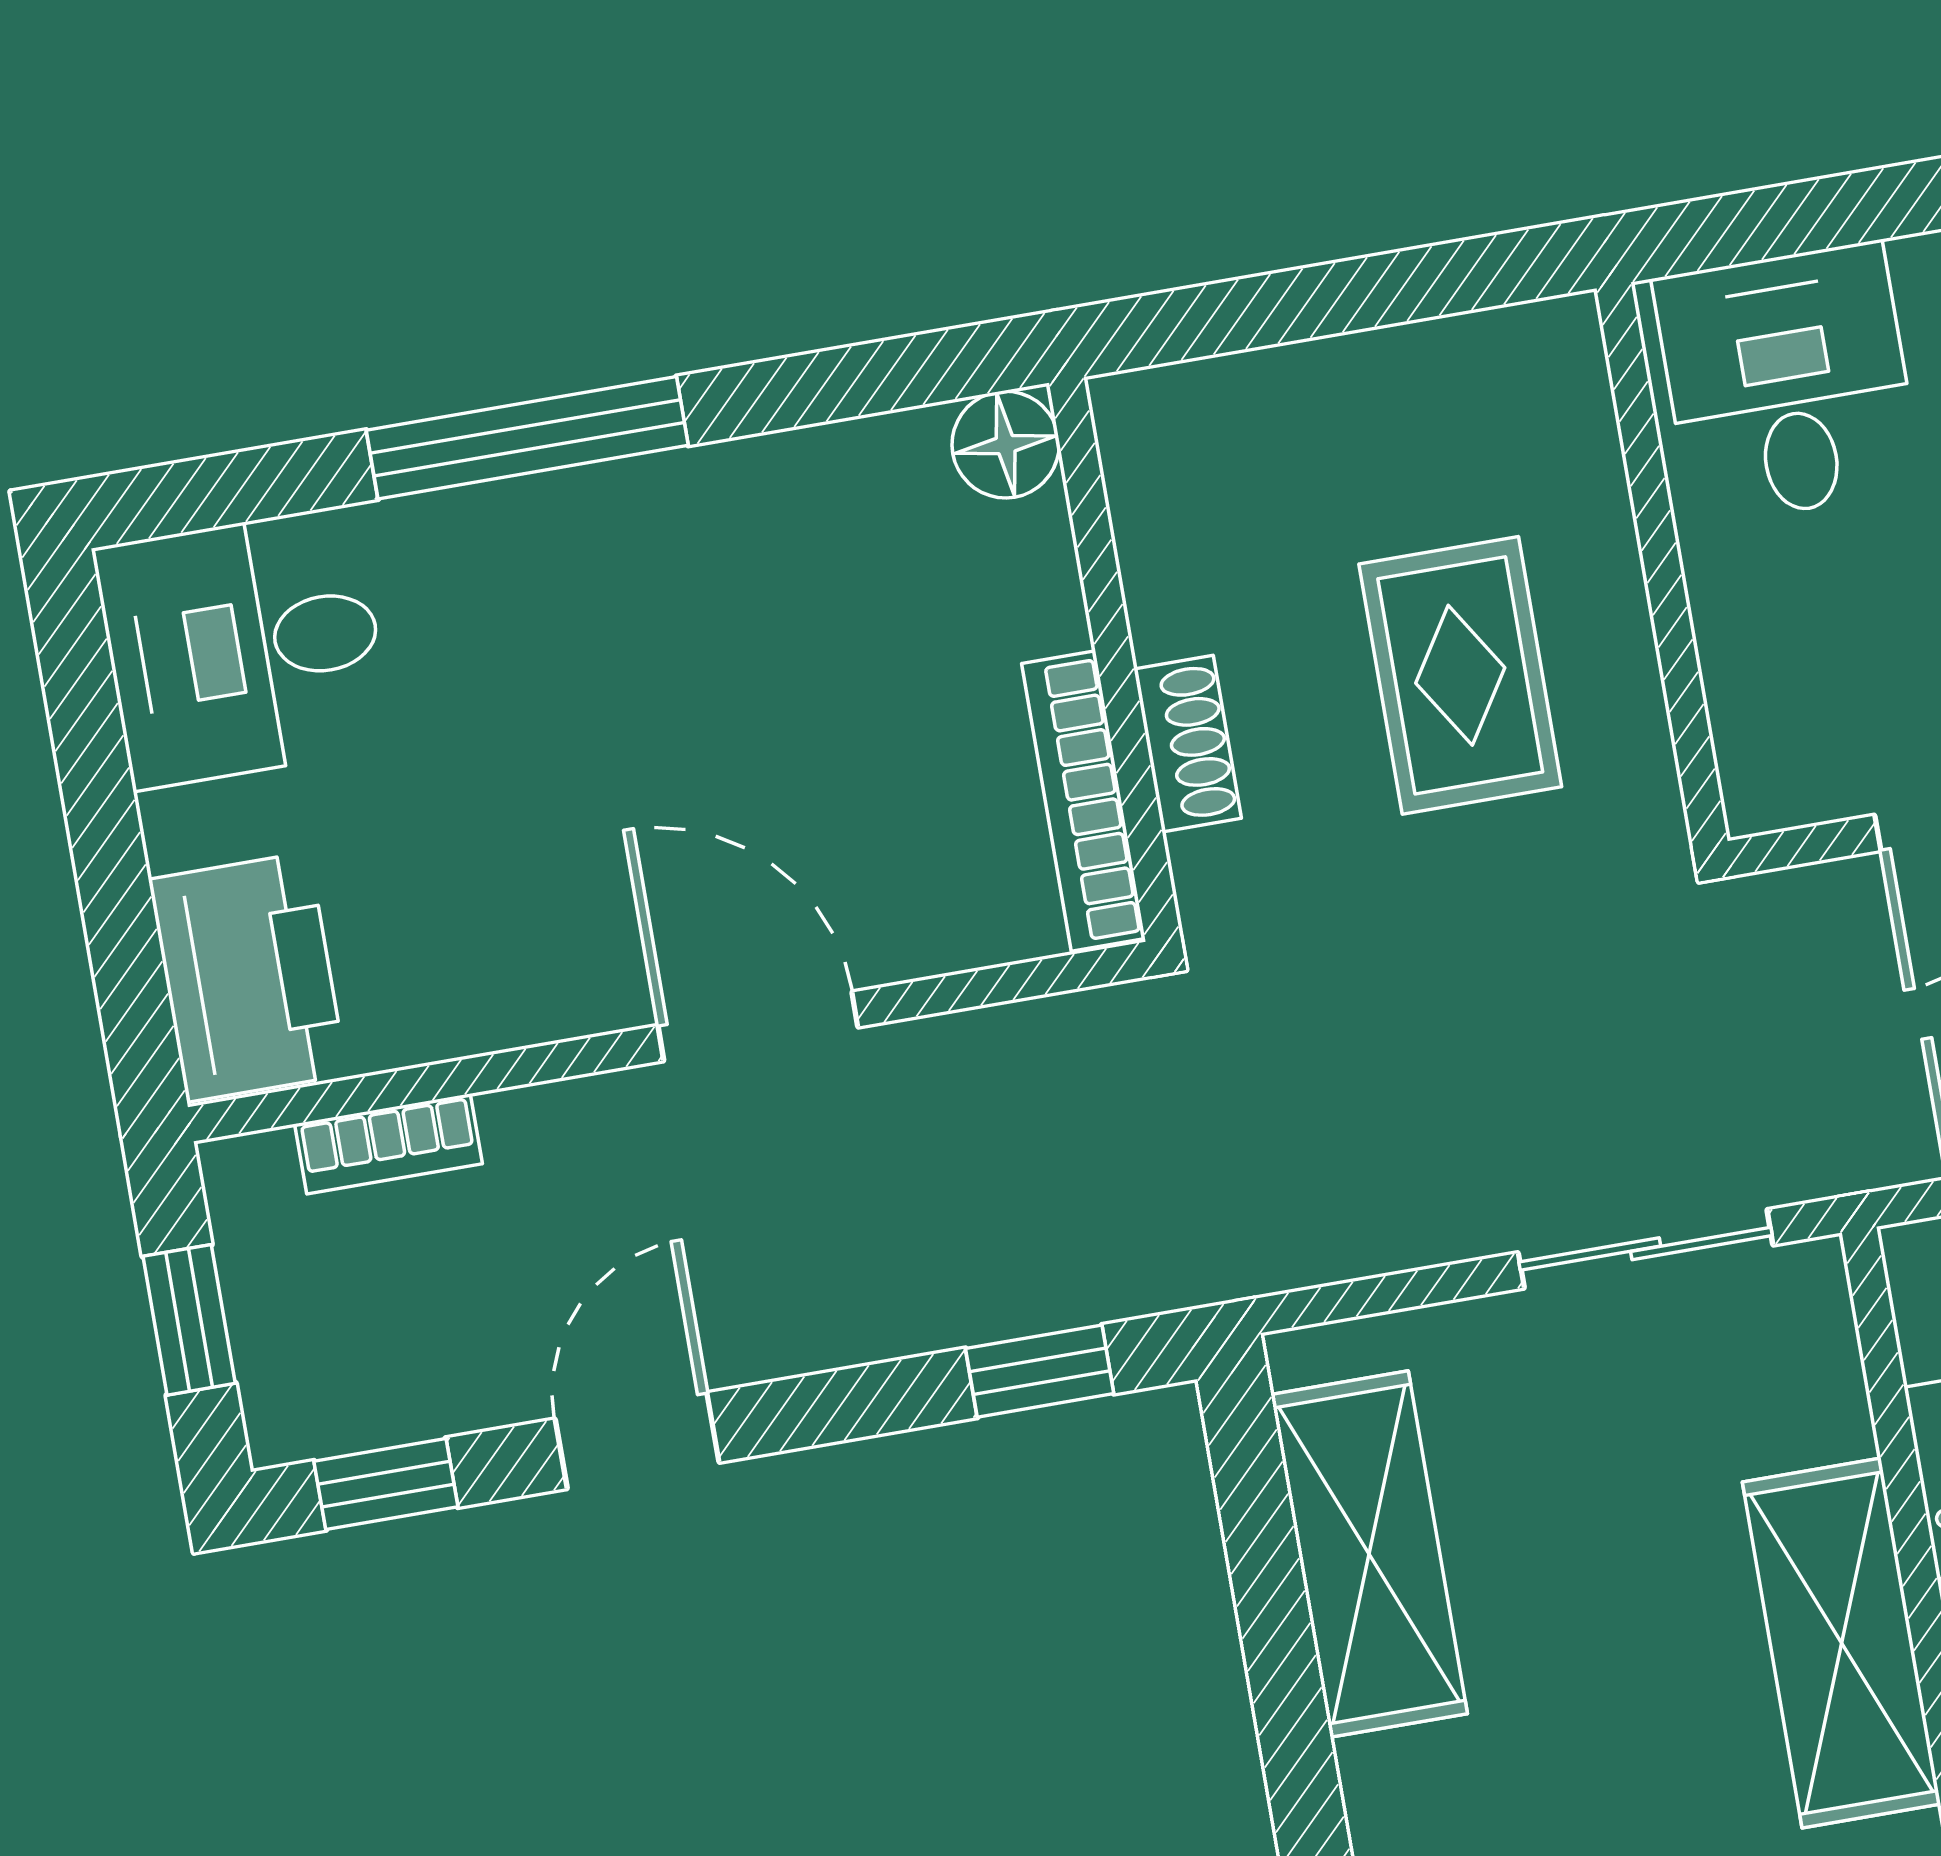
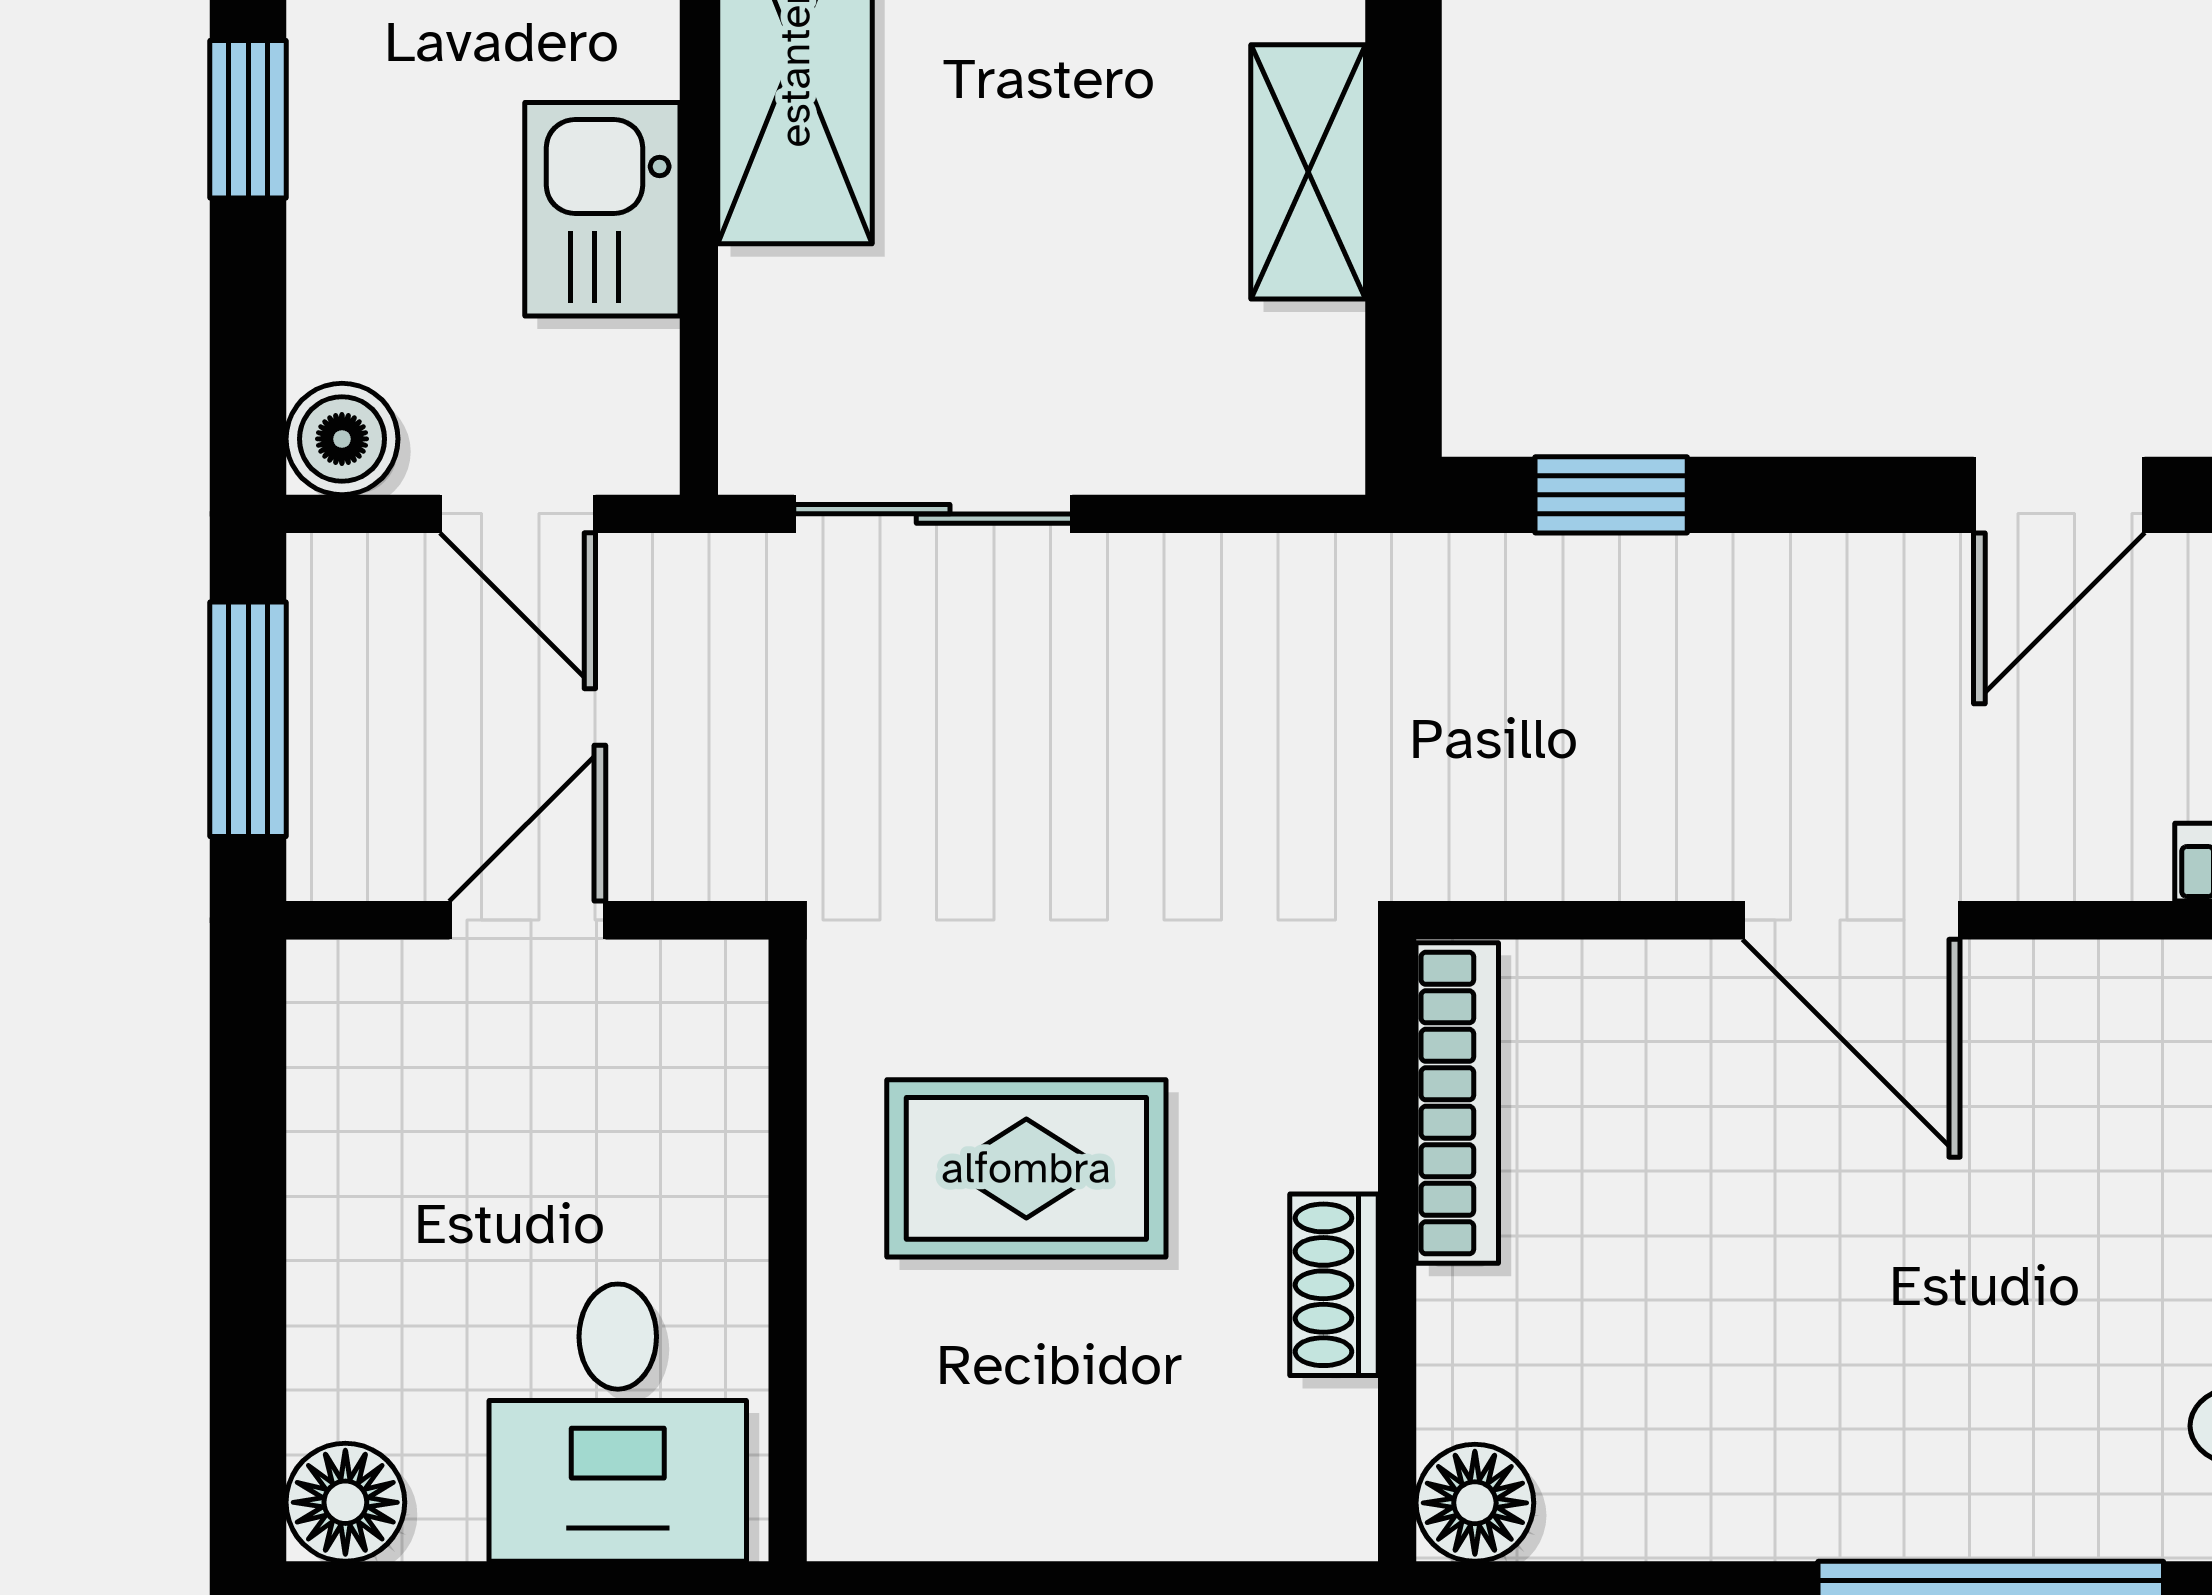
rug: (1460, 675) -> (1026, 1168), turned 90
shoe rack: (1188, 744) -> (1334, 1285), moved
shelving: (1369, 1554) -> (1308, 172), width x0.67, depth x0.75

